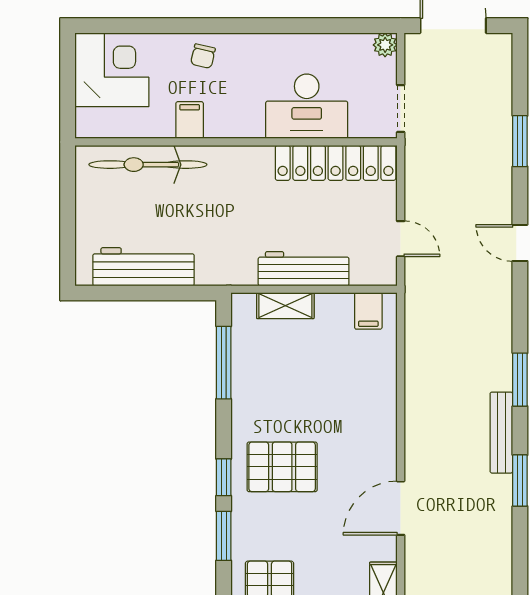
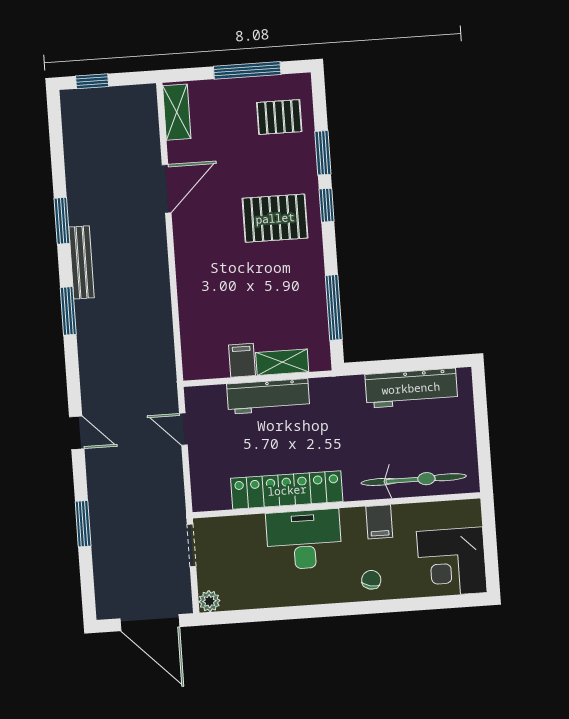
desk: (307, 106) -> (304, 540), moved
locker: (336, 163) -> (287, 490), moved
filing cabinet: (368, 311) -> (242, 360), moved

